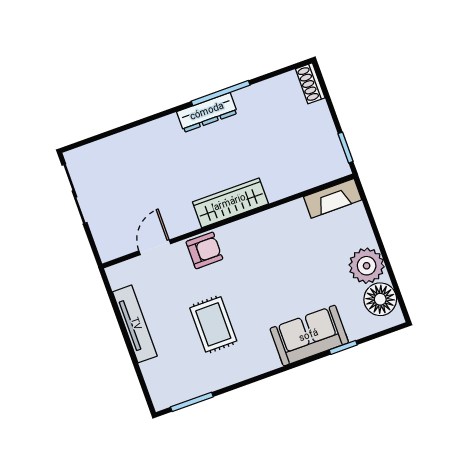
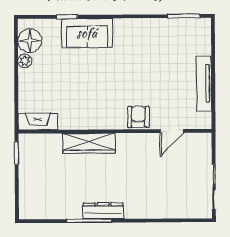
shoe rack: (310, 83) -> (25, 206), removed
wardrobe: (230, 203) -> (89, 143), moved
armchair: (204, 250) -> (138, 117), turned 90
plant: (367, 266) -> (25, 61), width x0.53, depth x0.53
rug: (213, 324) -> (150, 64), removed

